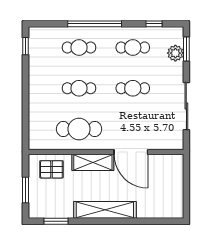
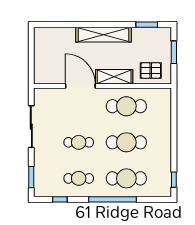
cafe table: (79, 48) -> (126, 178), width x1.37, depth x1.35
plant: (175, 53) -> (41, 173), removed
cafe table: (79, 88) -> (126, 142), width x1.37, depth x1.35

